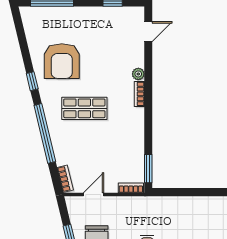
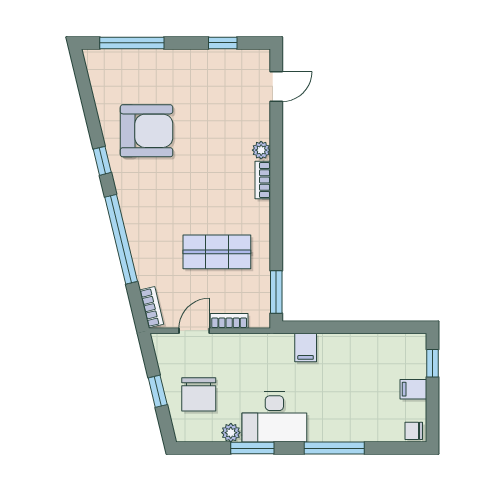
armchair: (62, 61) -> (146, 131), turned -90
shop shelf: (84, 108) -> (217, 252), moved
bookcase: (131, 188) -> (229, 321), moved
filing cabinet: (168, 206) -> (306, 347), added

